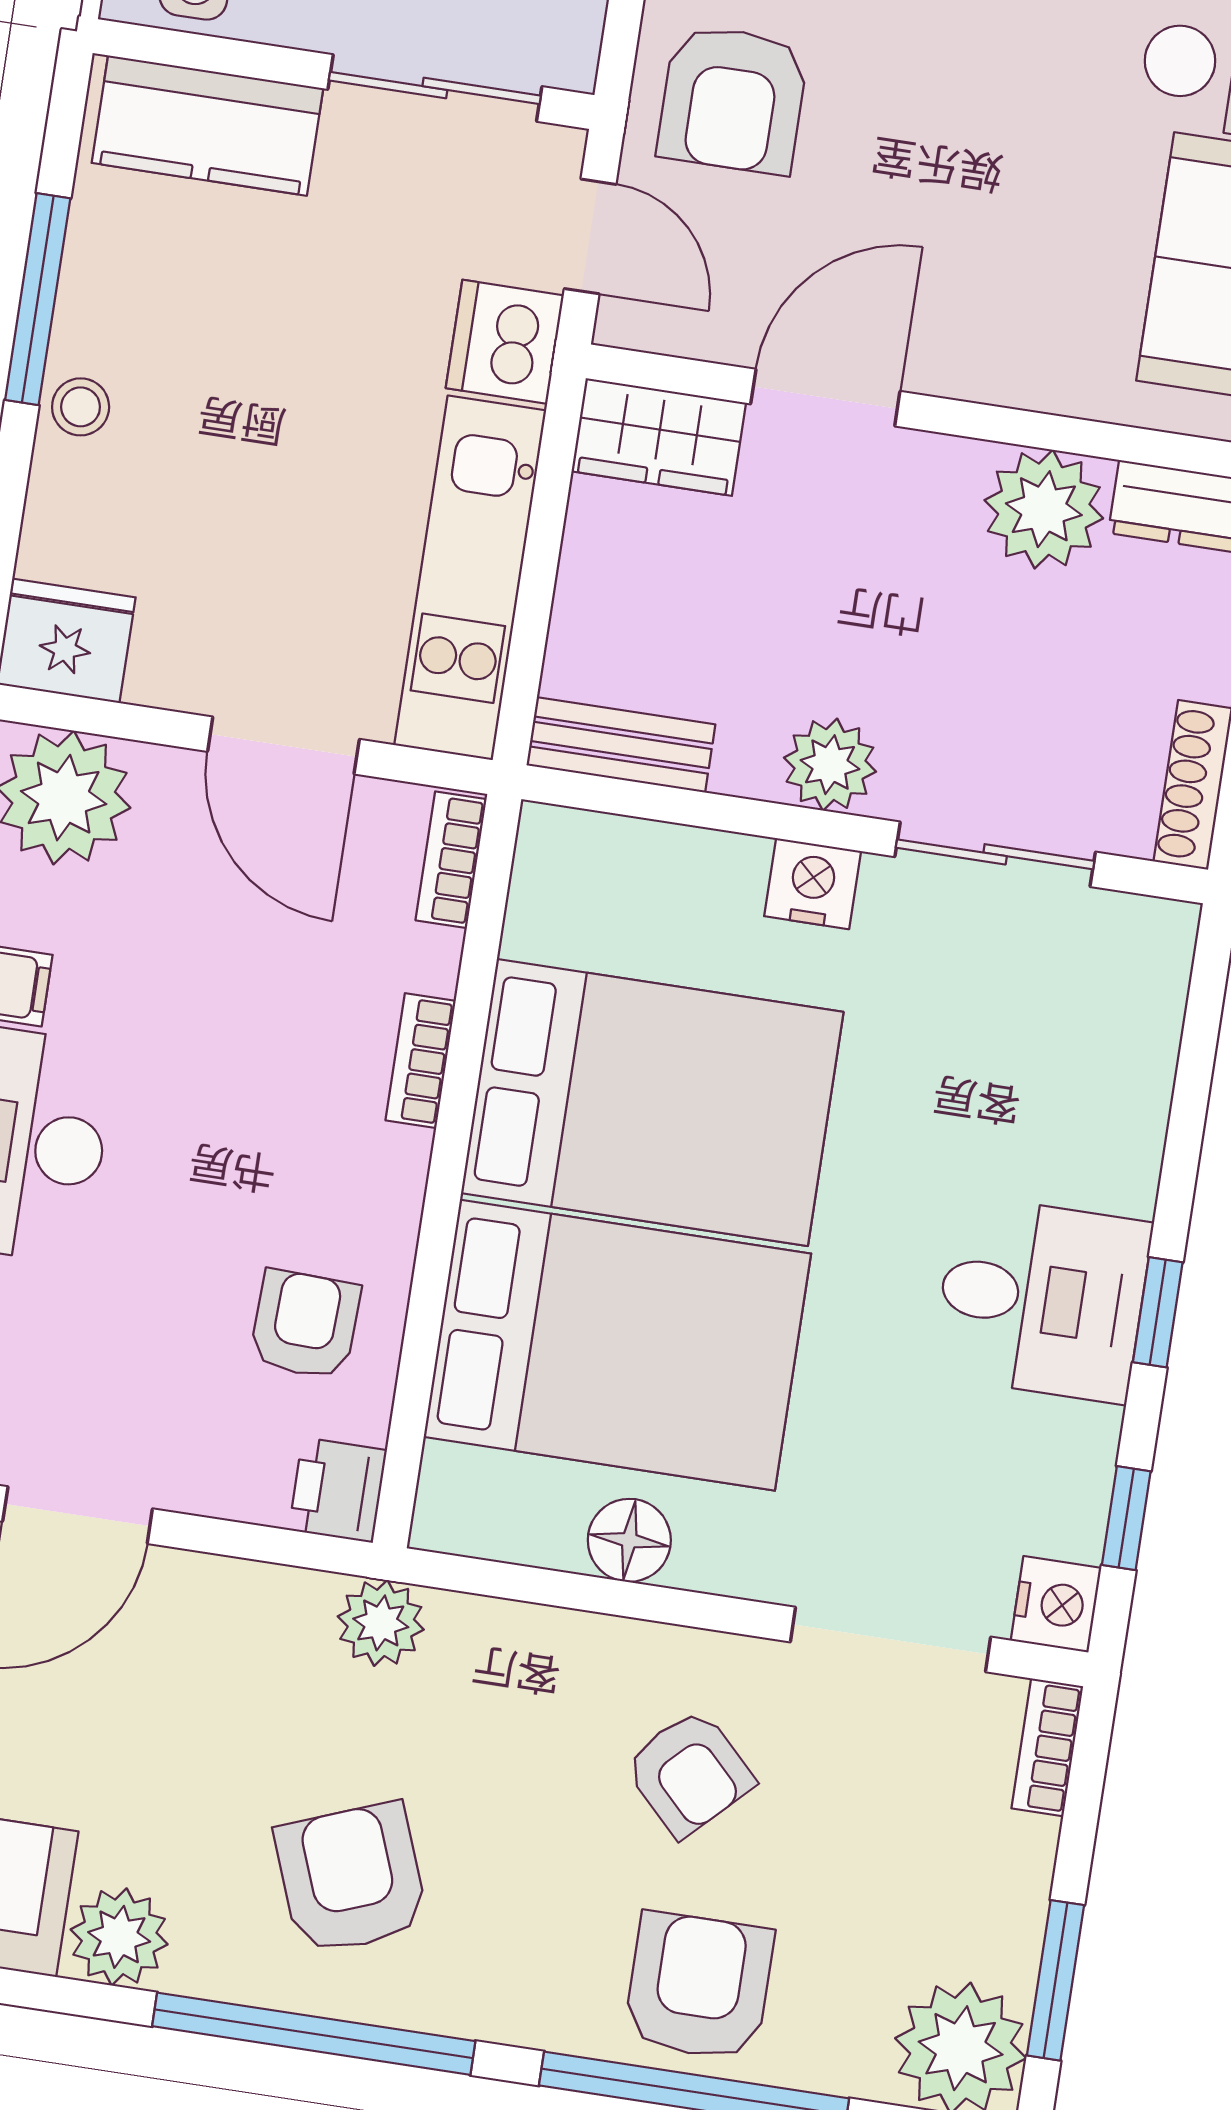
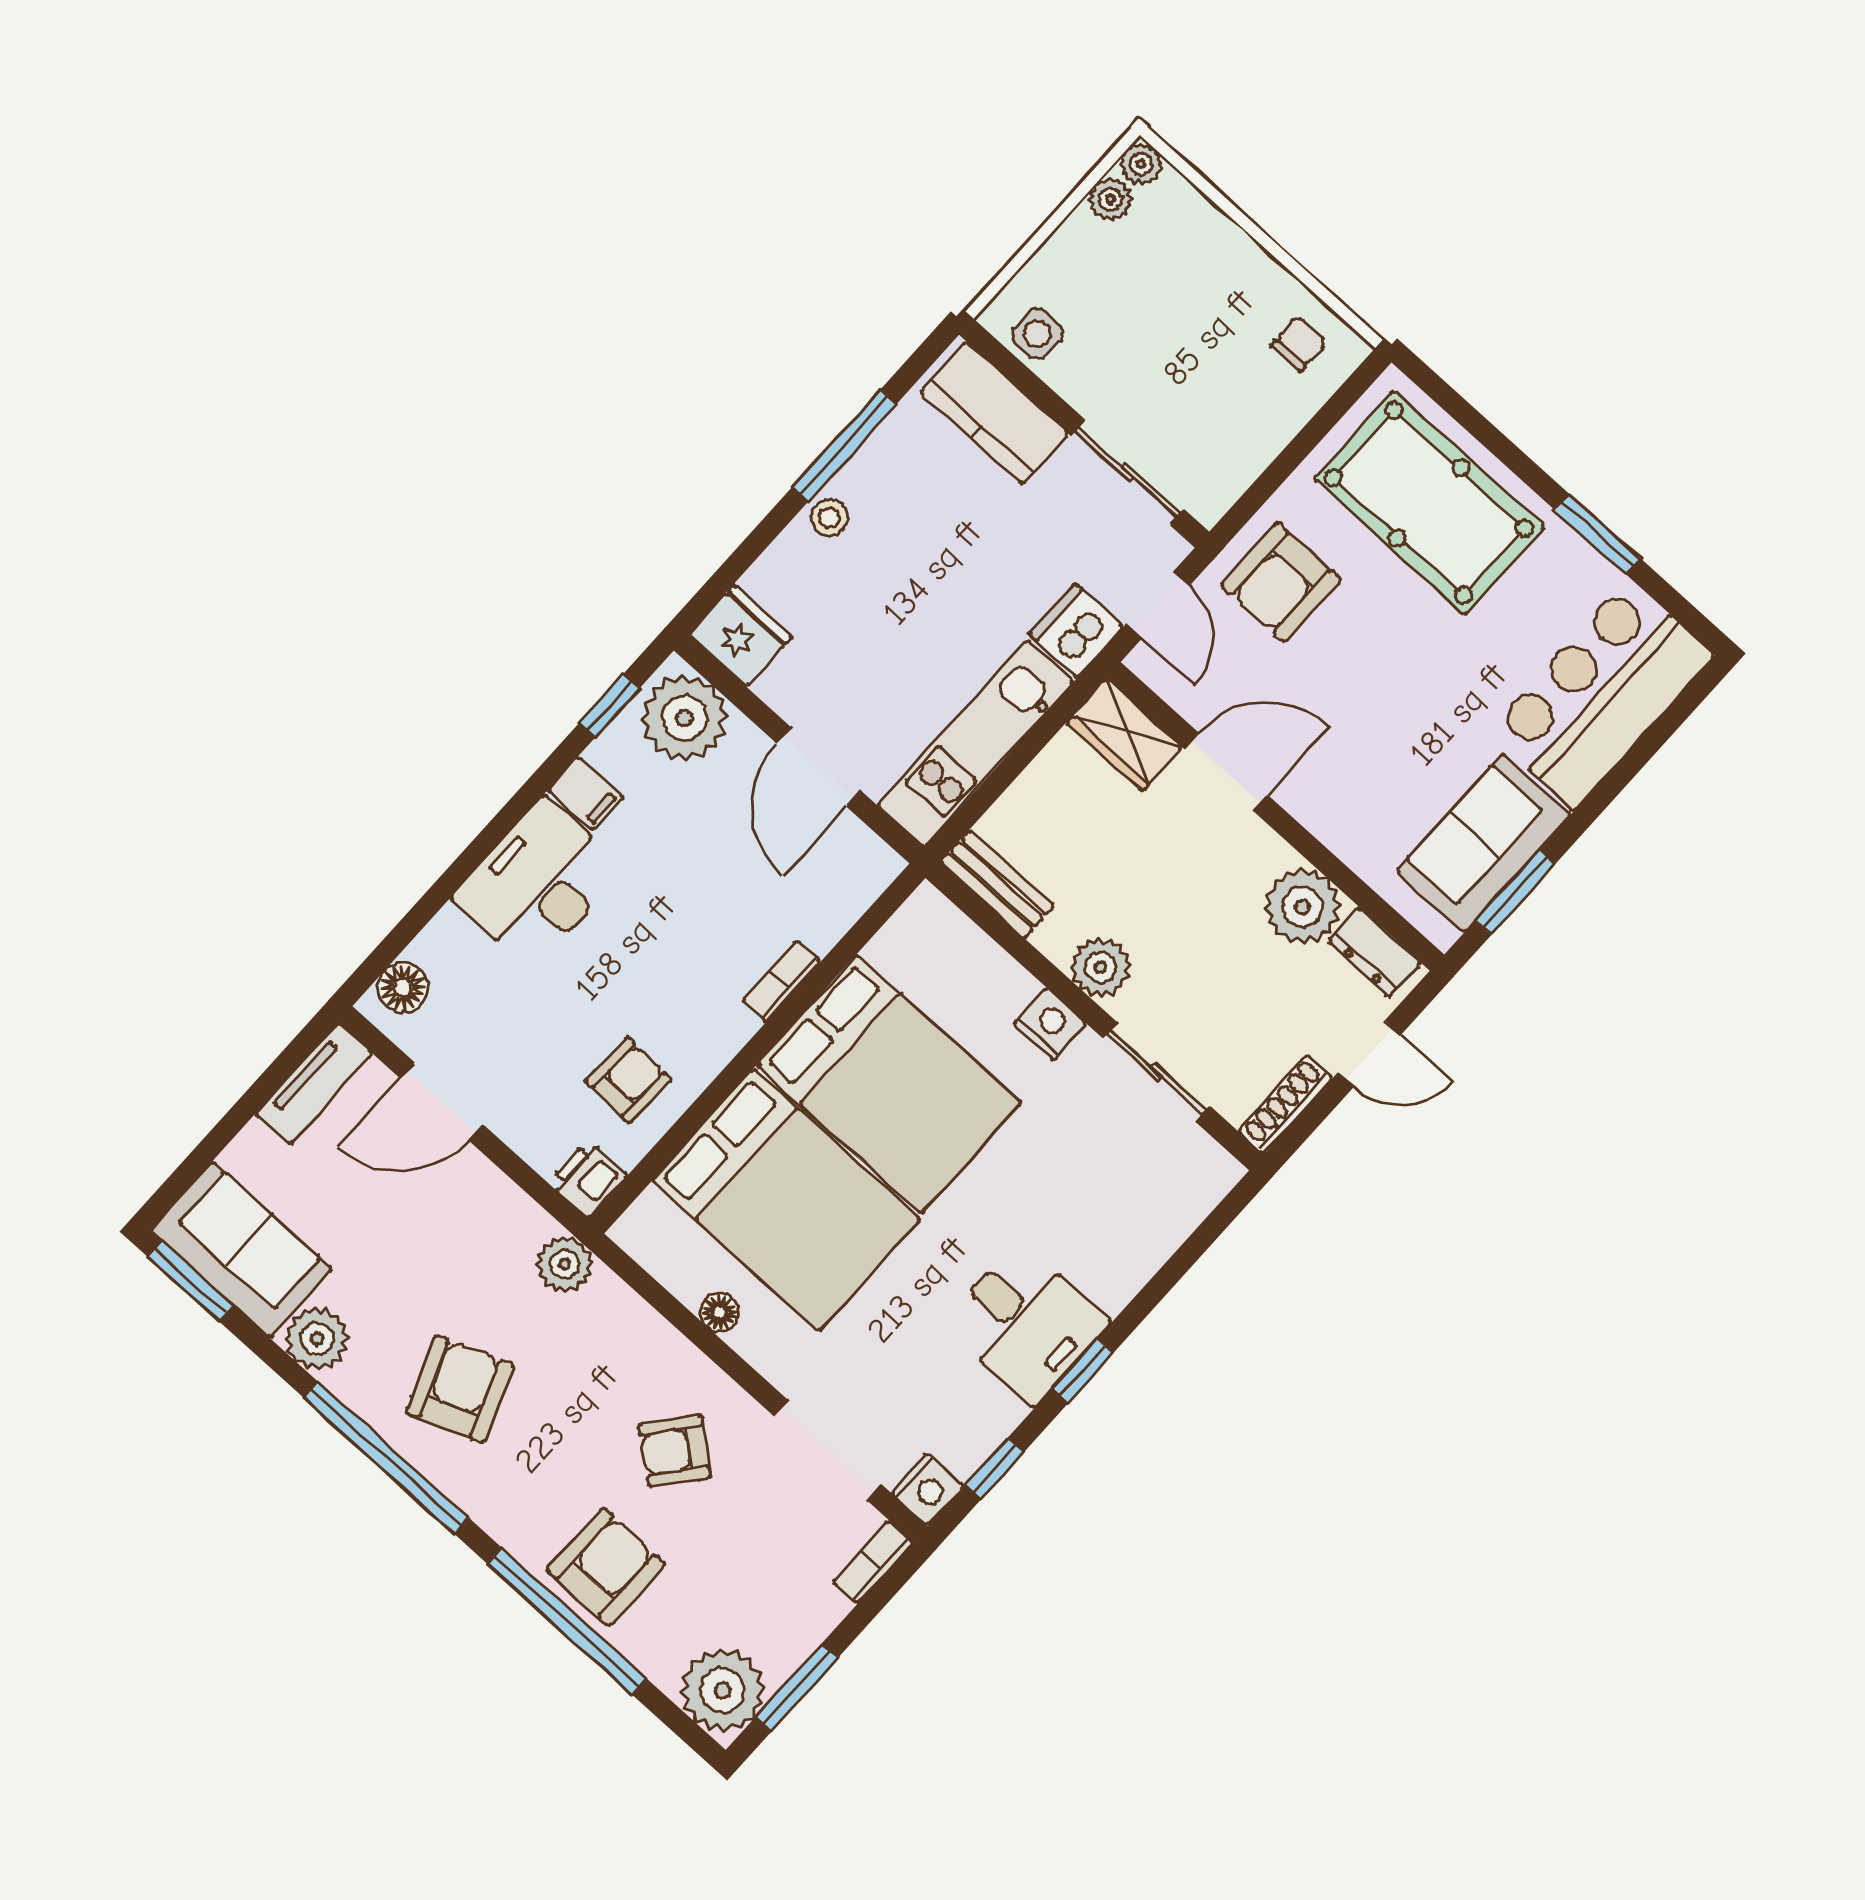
bookcase: (451, 860) -> (867, 886), removed
floor lamp: (629, 1540) -> (720, 1312), width x0.73, depth x0.73
armchair: (689, 1773) -> (675, 1451), turned 84

